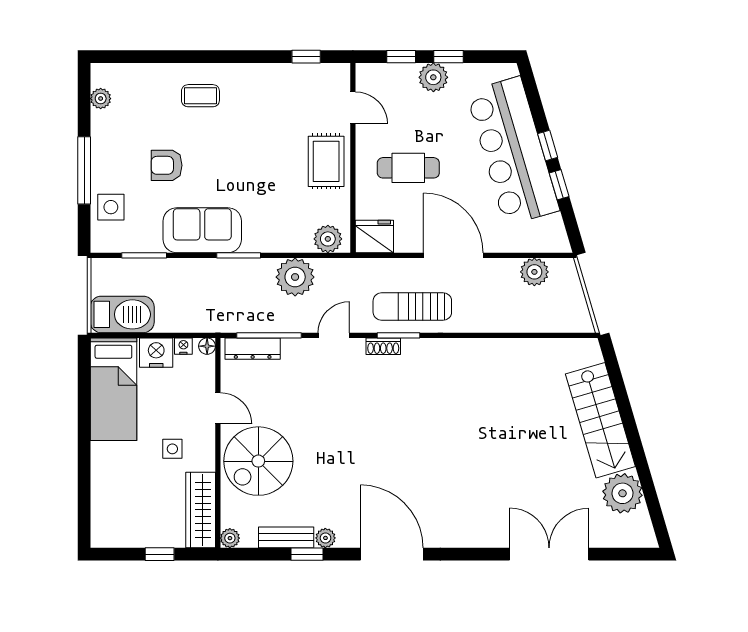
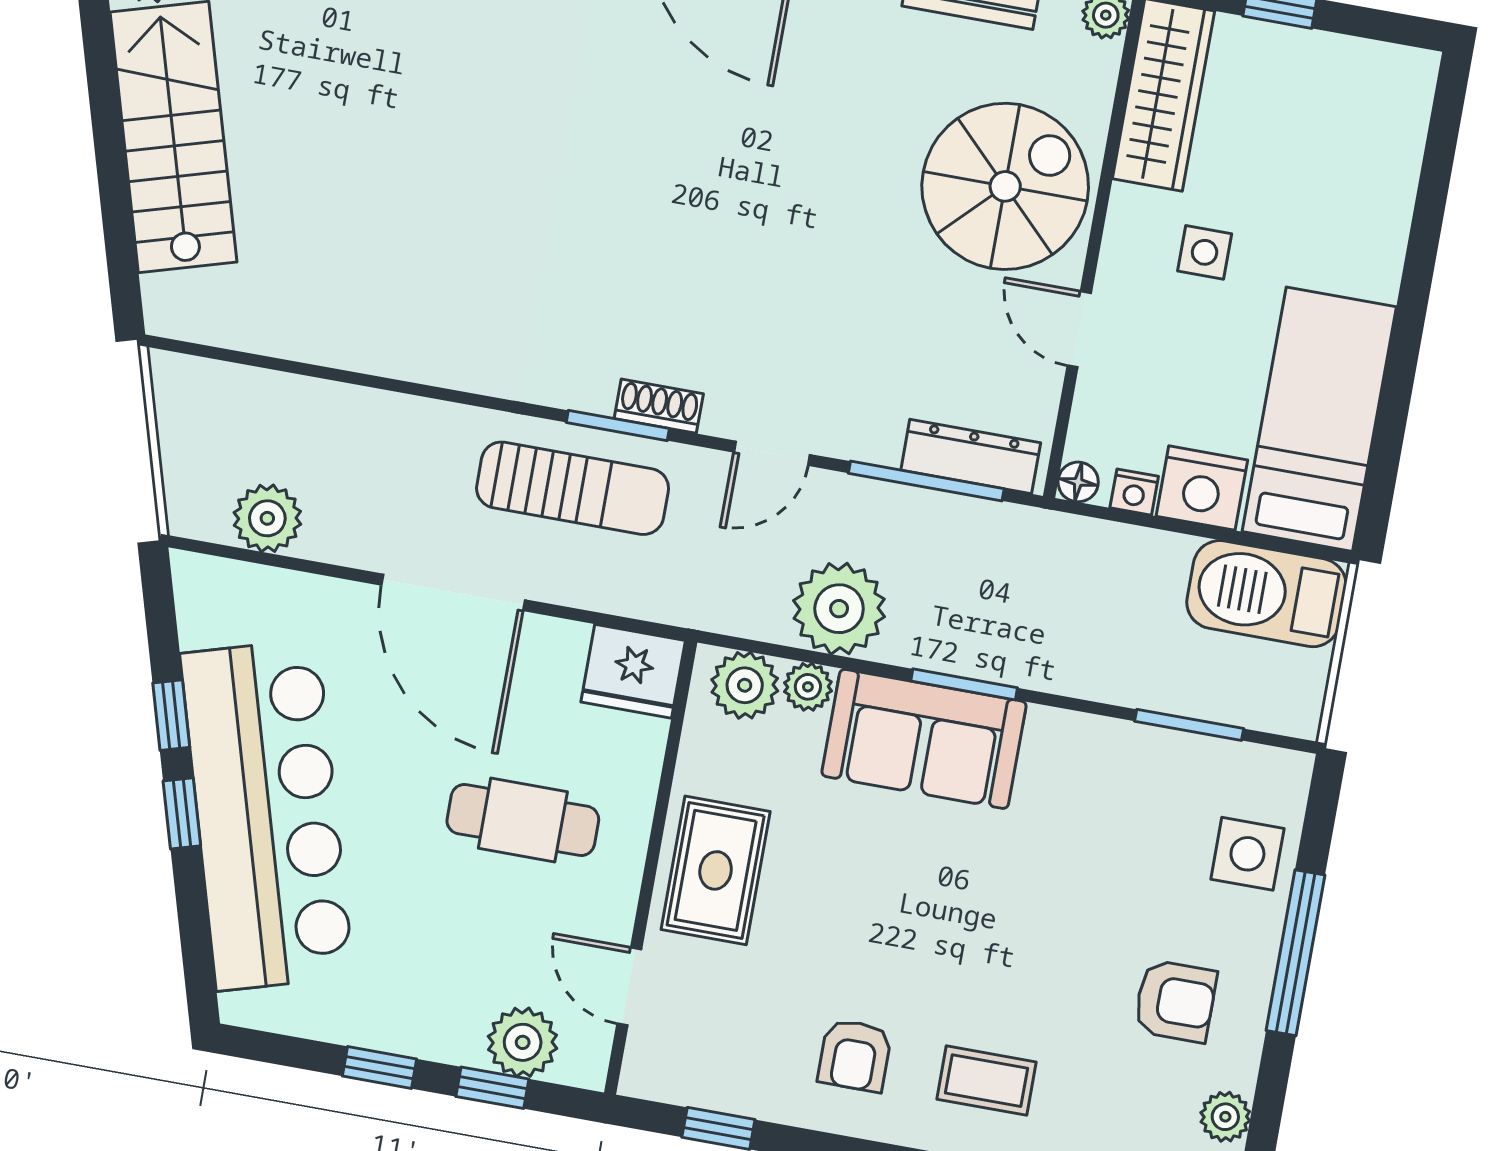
plant: (433, 77) -> (523, 1042), moved
armchair: (256, 96) -> (855, 1055), added
armchair: (167, 165) -> (1175, 1001), moved
sofa: (202, 230) -> (924, 739), moved
plant: (302, 243) -> (808, 687), added

